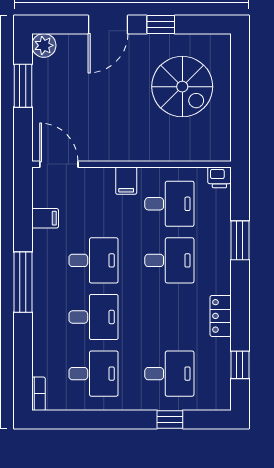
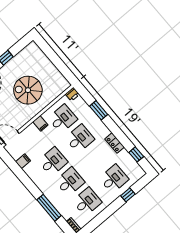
spiral stairs: (182, 87) -> (28, 90), moved, turned 180
window: (23, 282) -> (49, 208), moved

